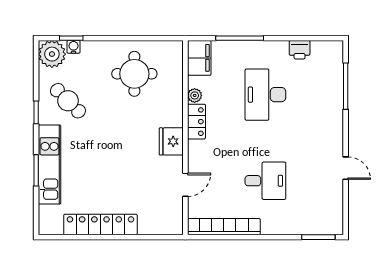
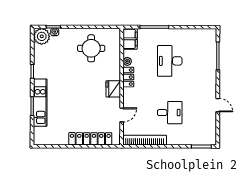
printer: (300, 50) -> (190, 34), removed
cafe table: (68, 101) -> (51, 64), removed
locker: (100, 225) -> (90, 139), moved

